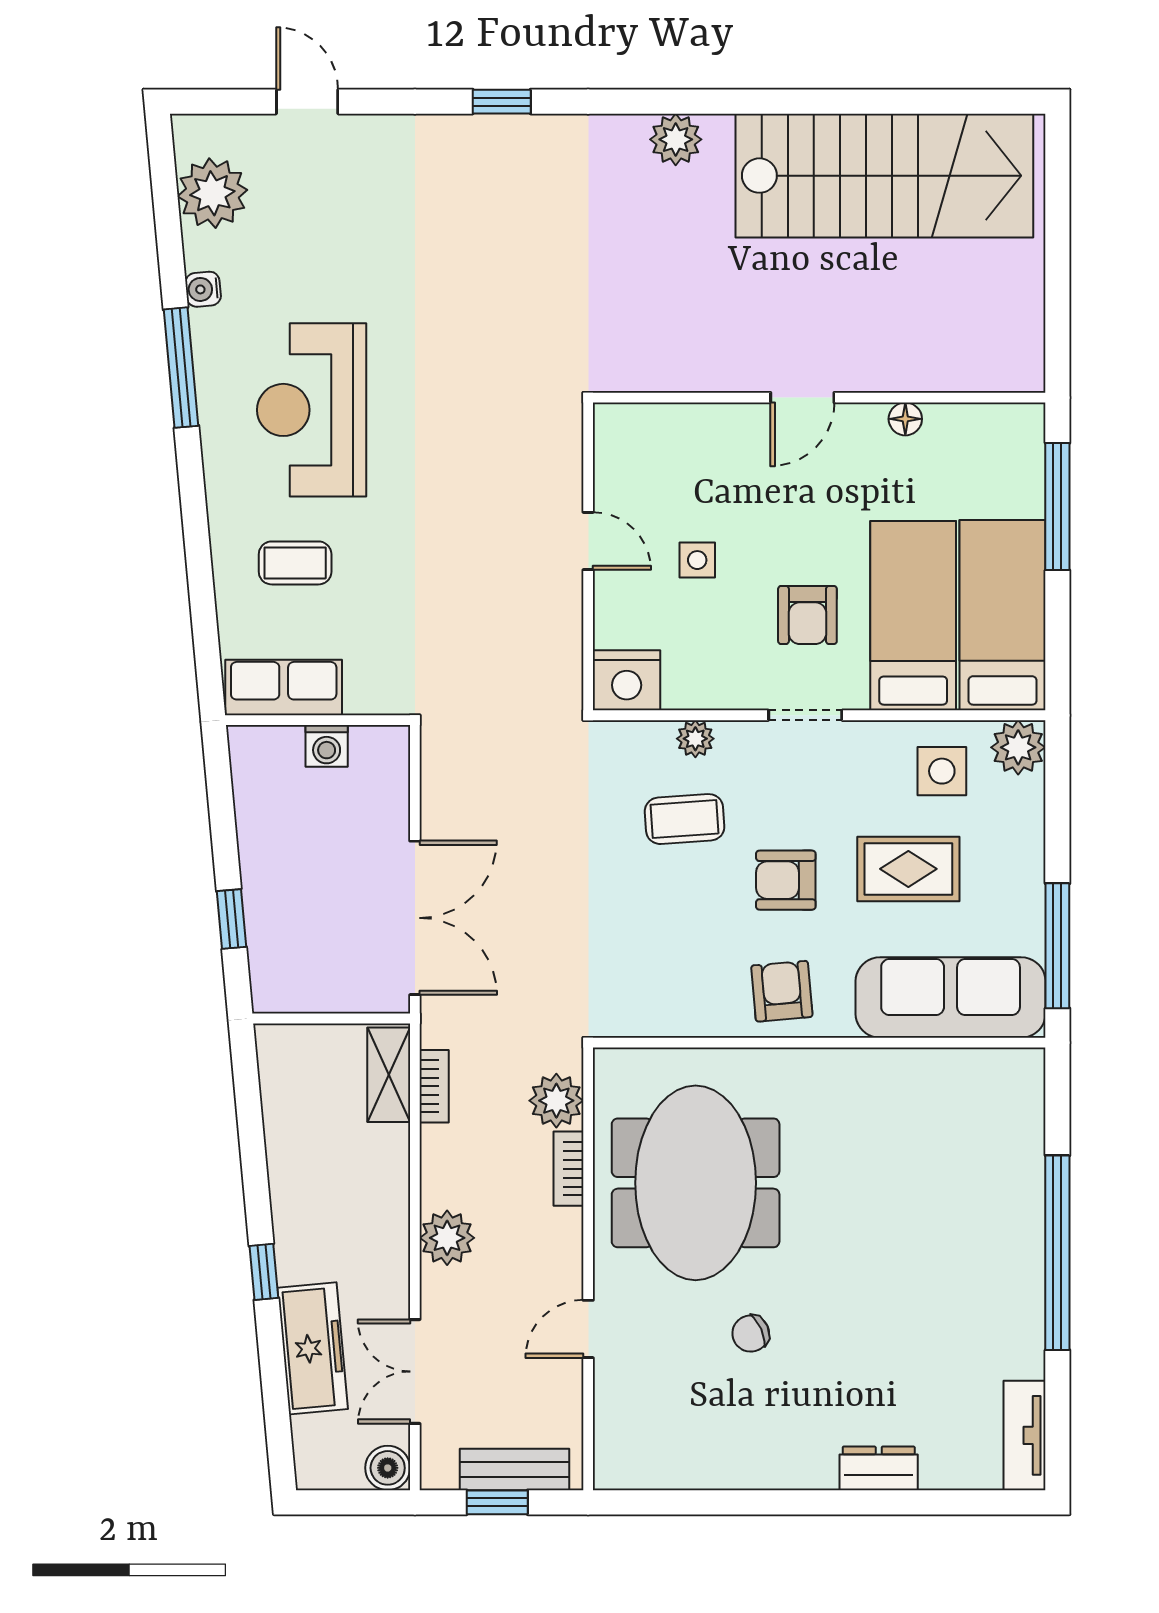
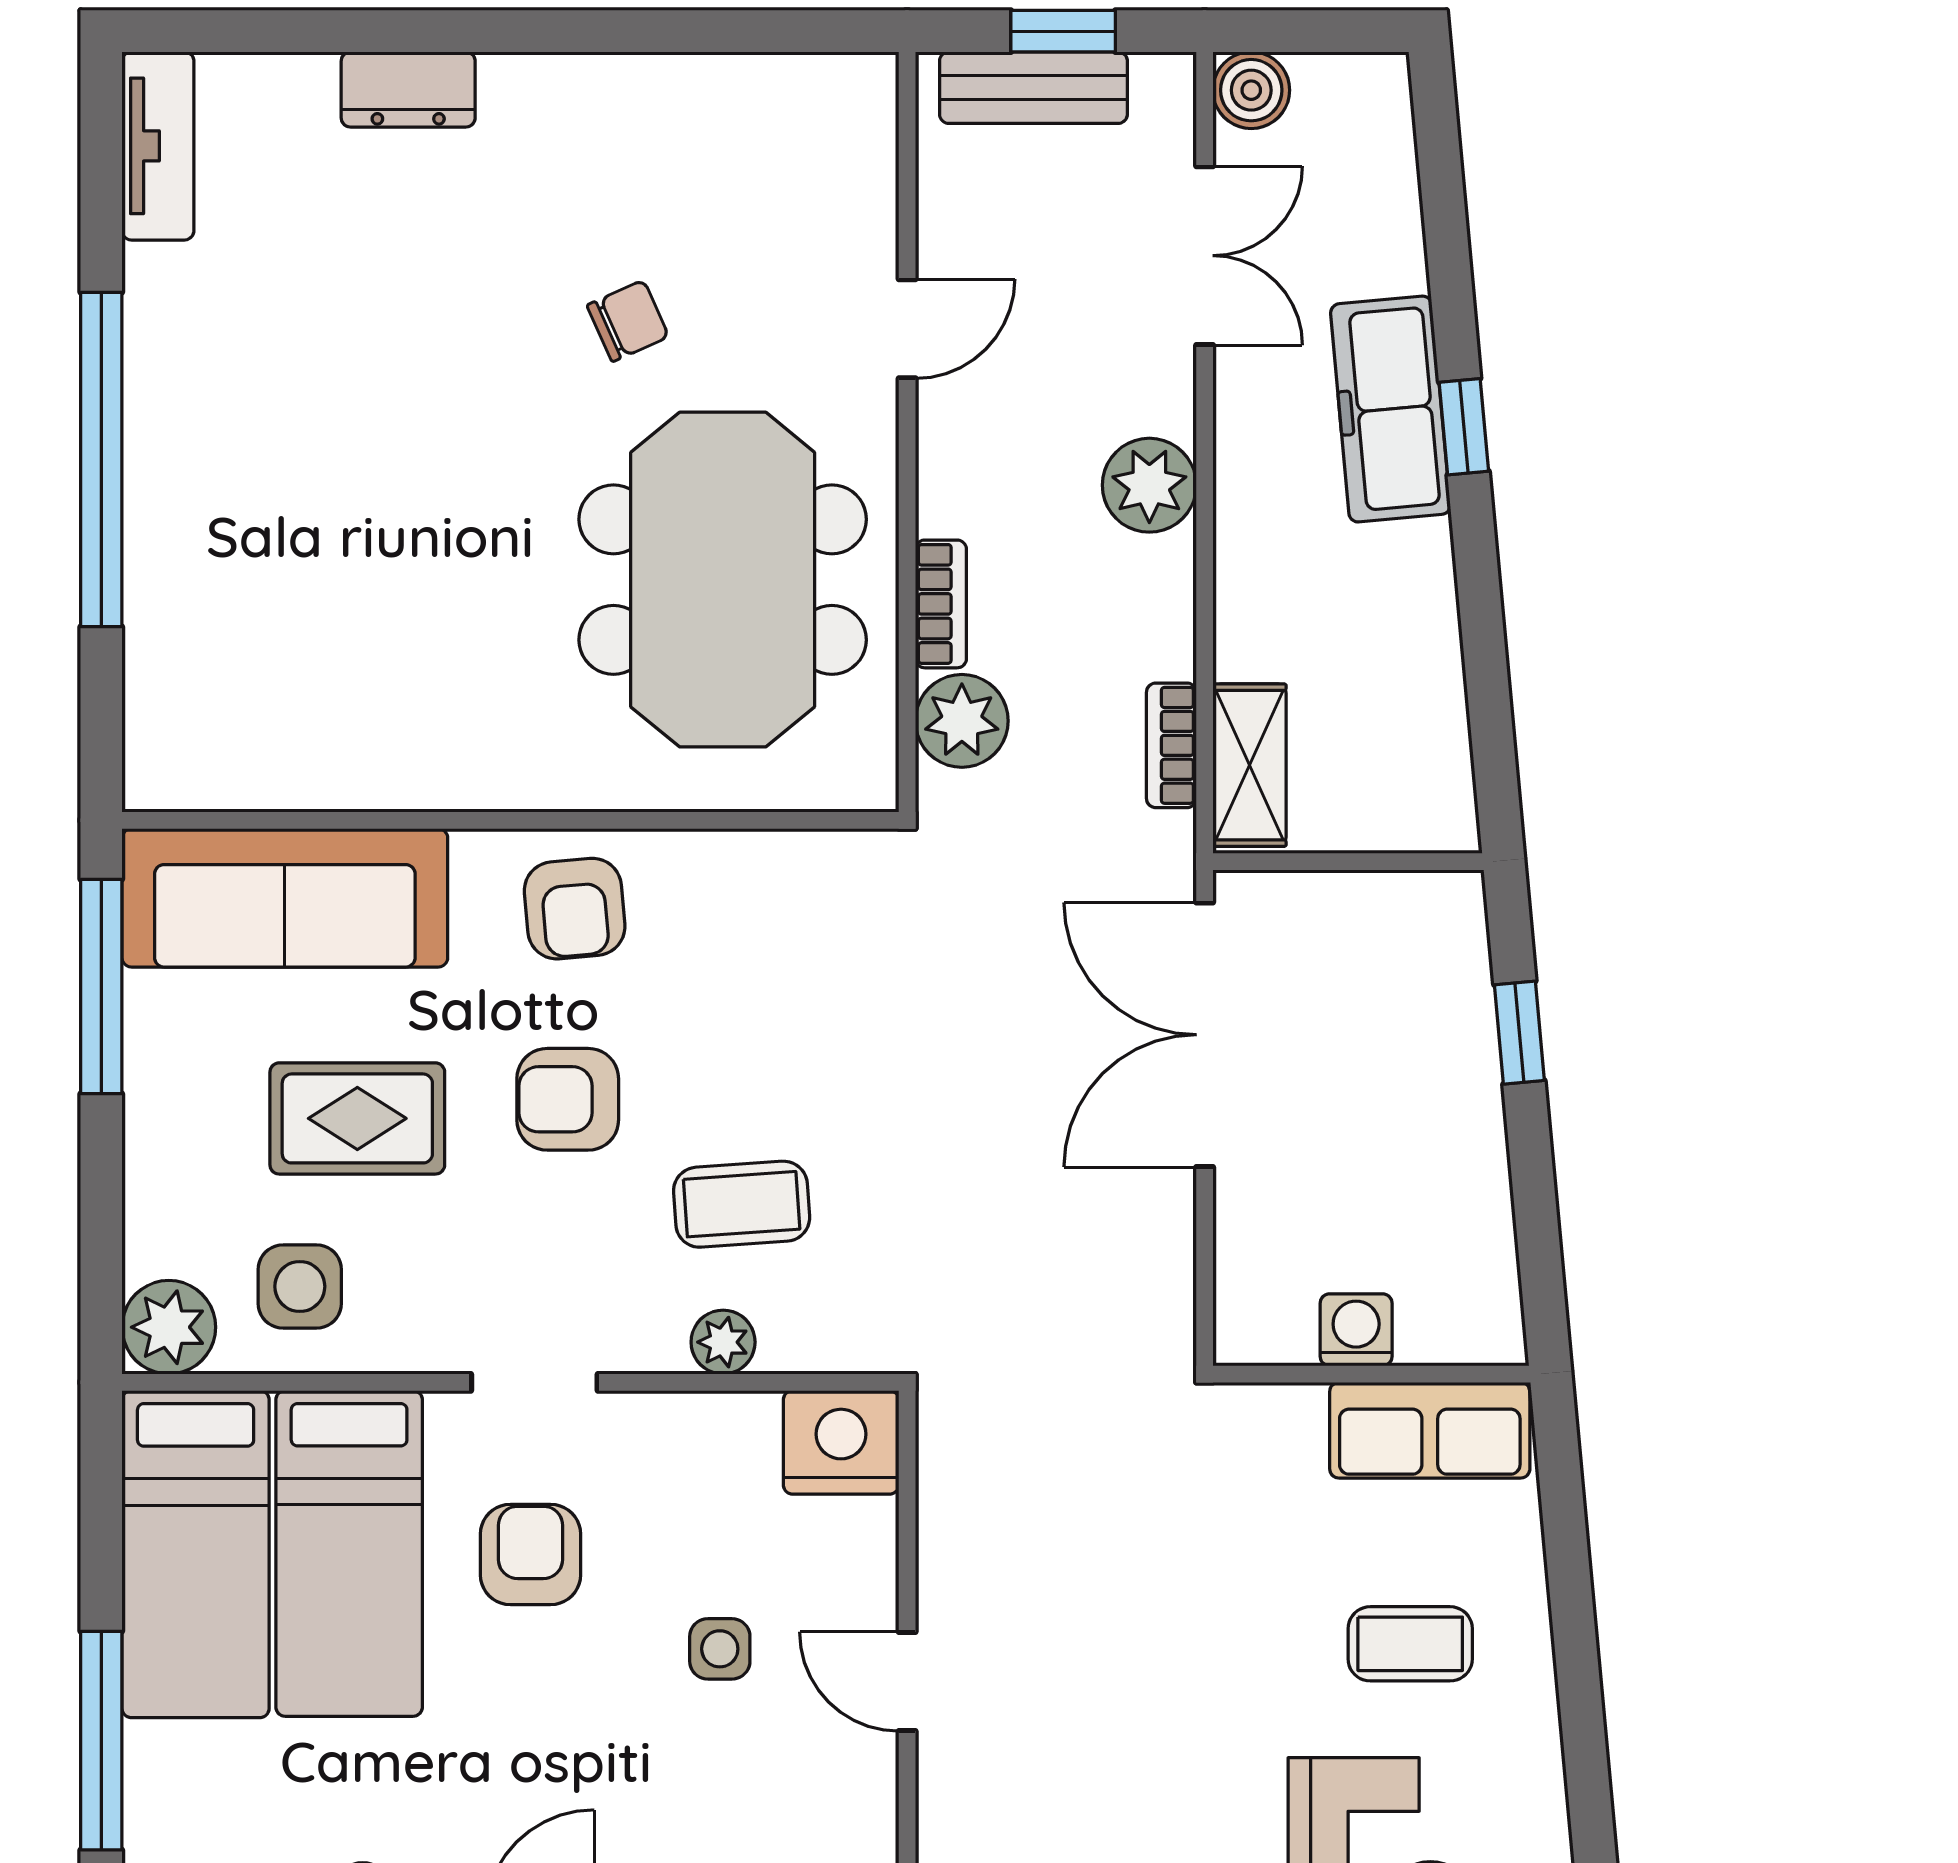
armchair: (786, 880) -> (568, 1099), turned 180
freezer: (313, 1348) -> (1390, 409), moved

